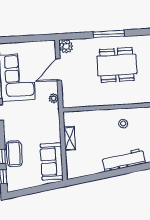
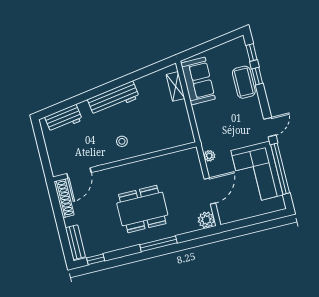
shelving: (70, 138) -> (176, 86), moved

